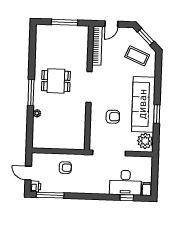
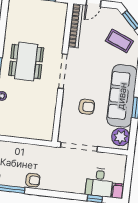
dining table: (56, 81) -> (26, 62), width x1.38
armchair: (65, 168) -> (33, 180), moved
desk: (125, 183) -> (99, 182), width x0.73

